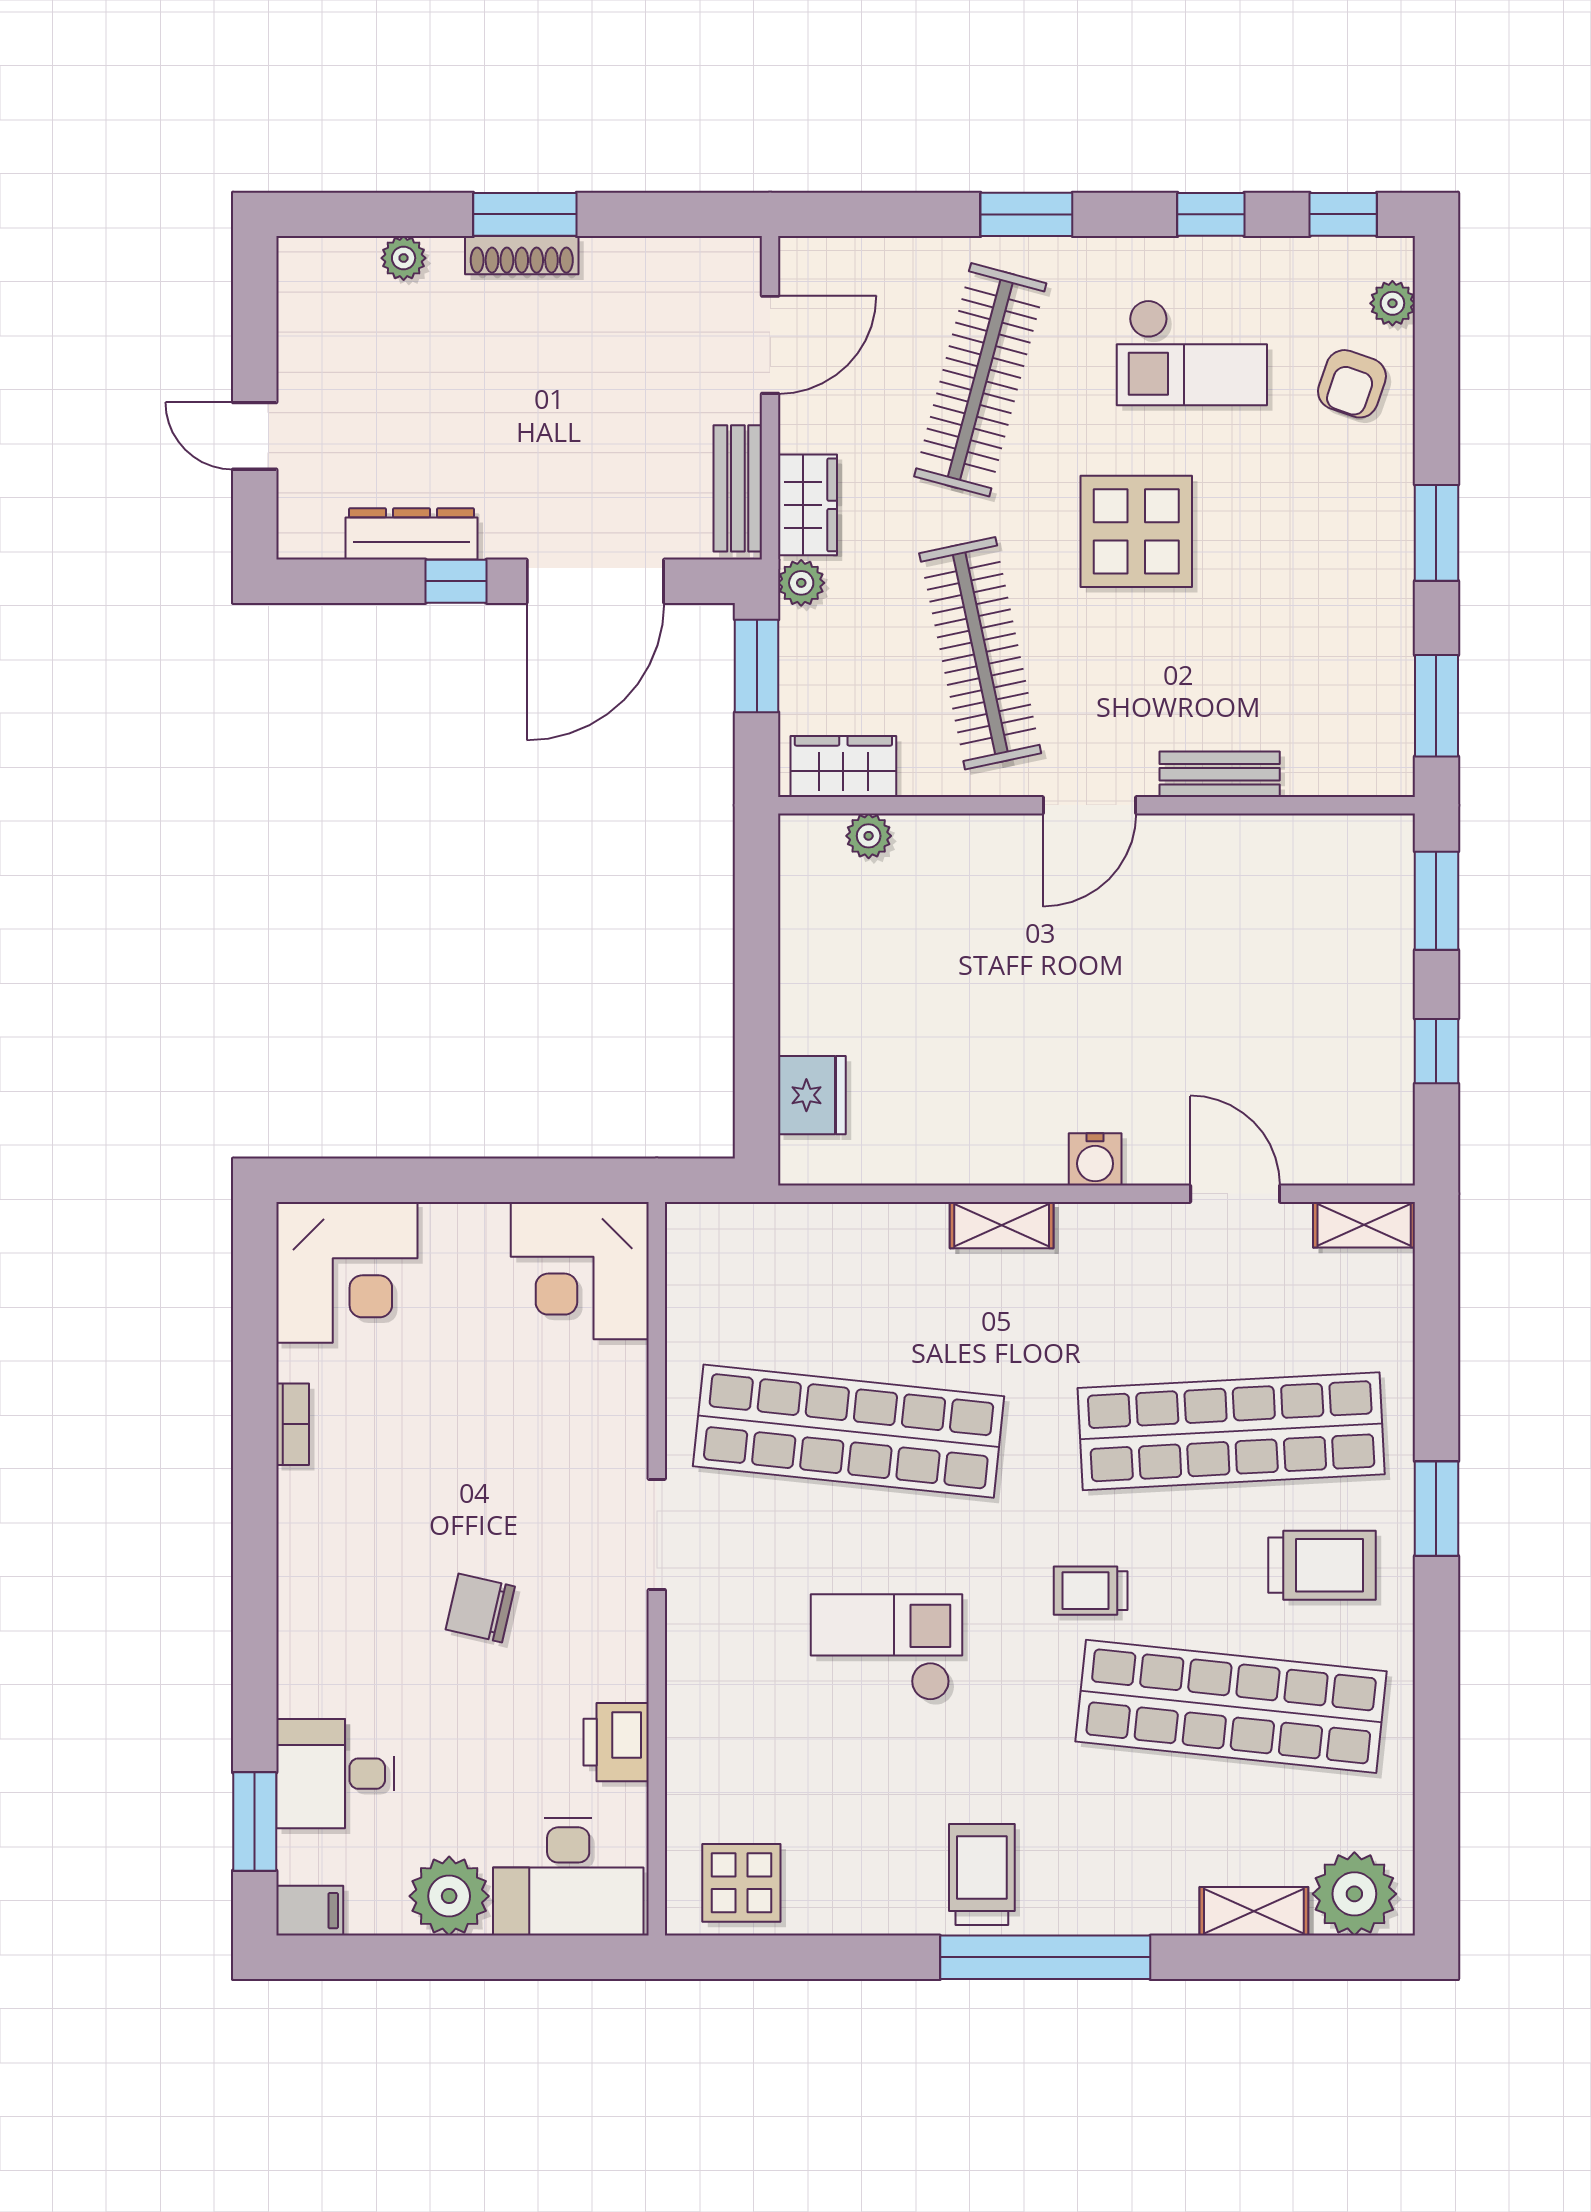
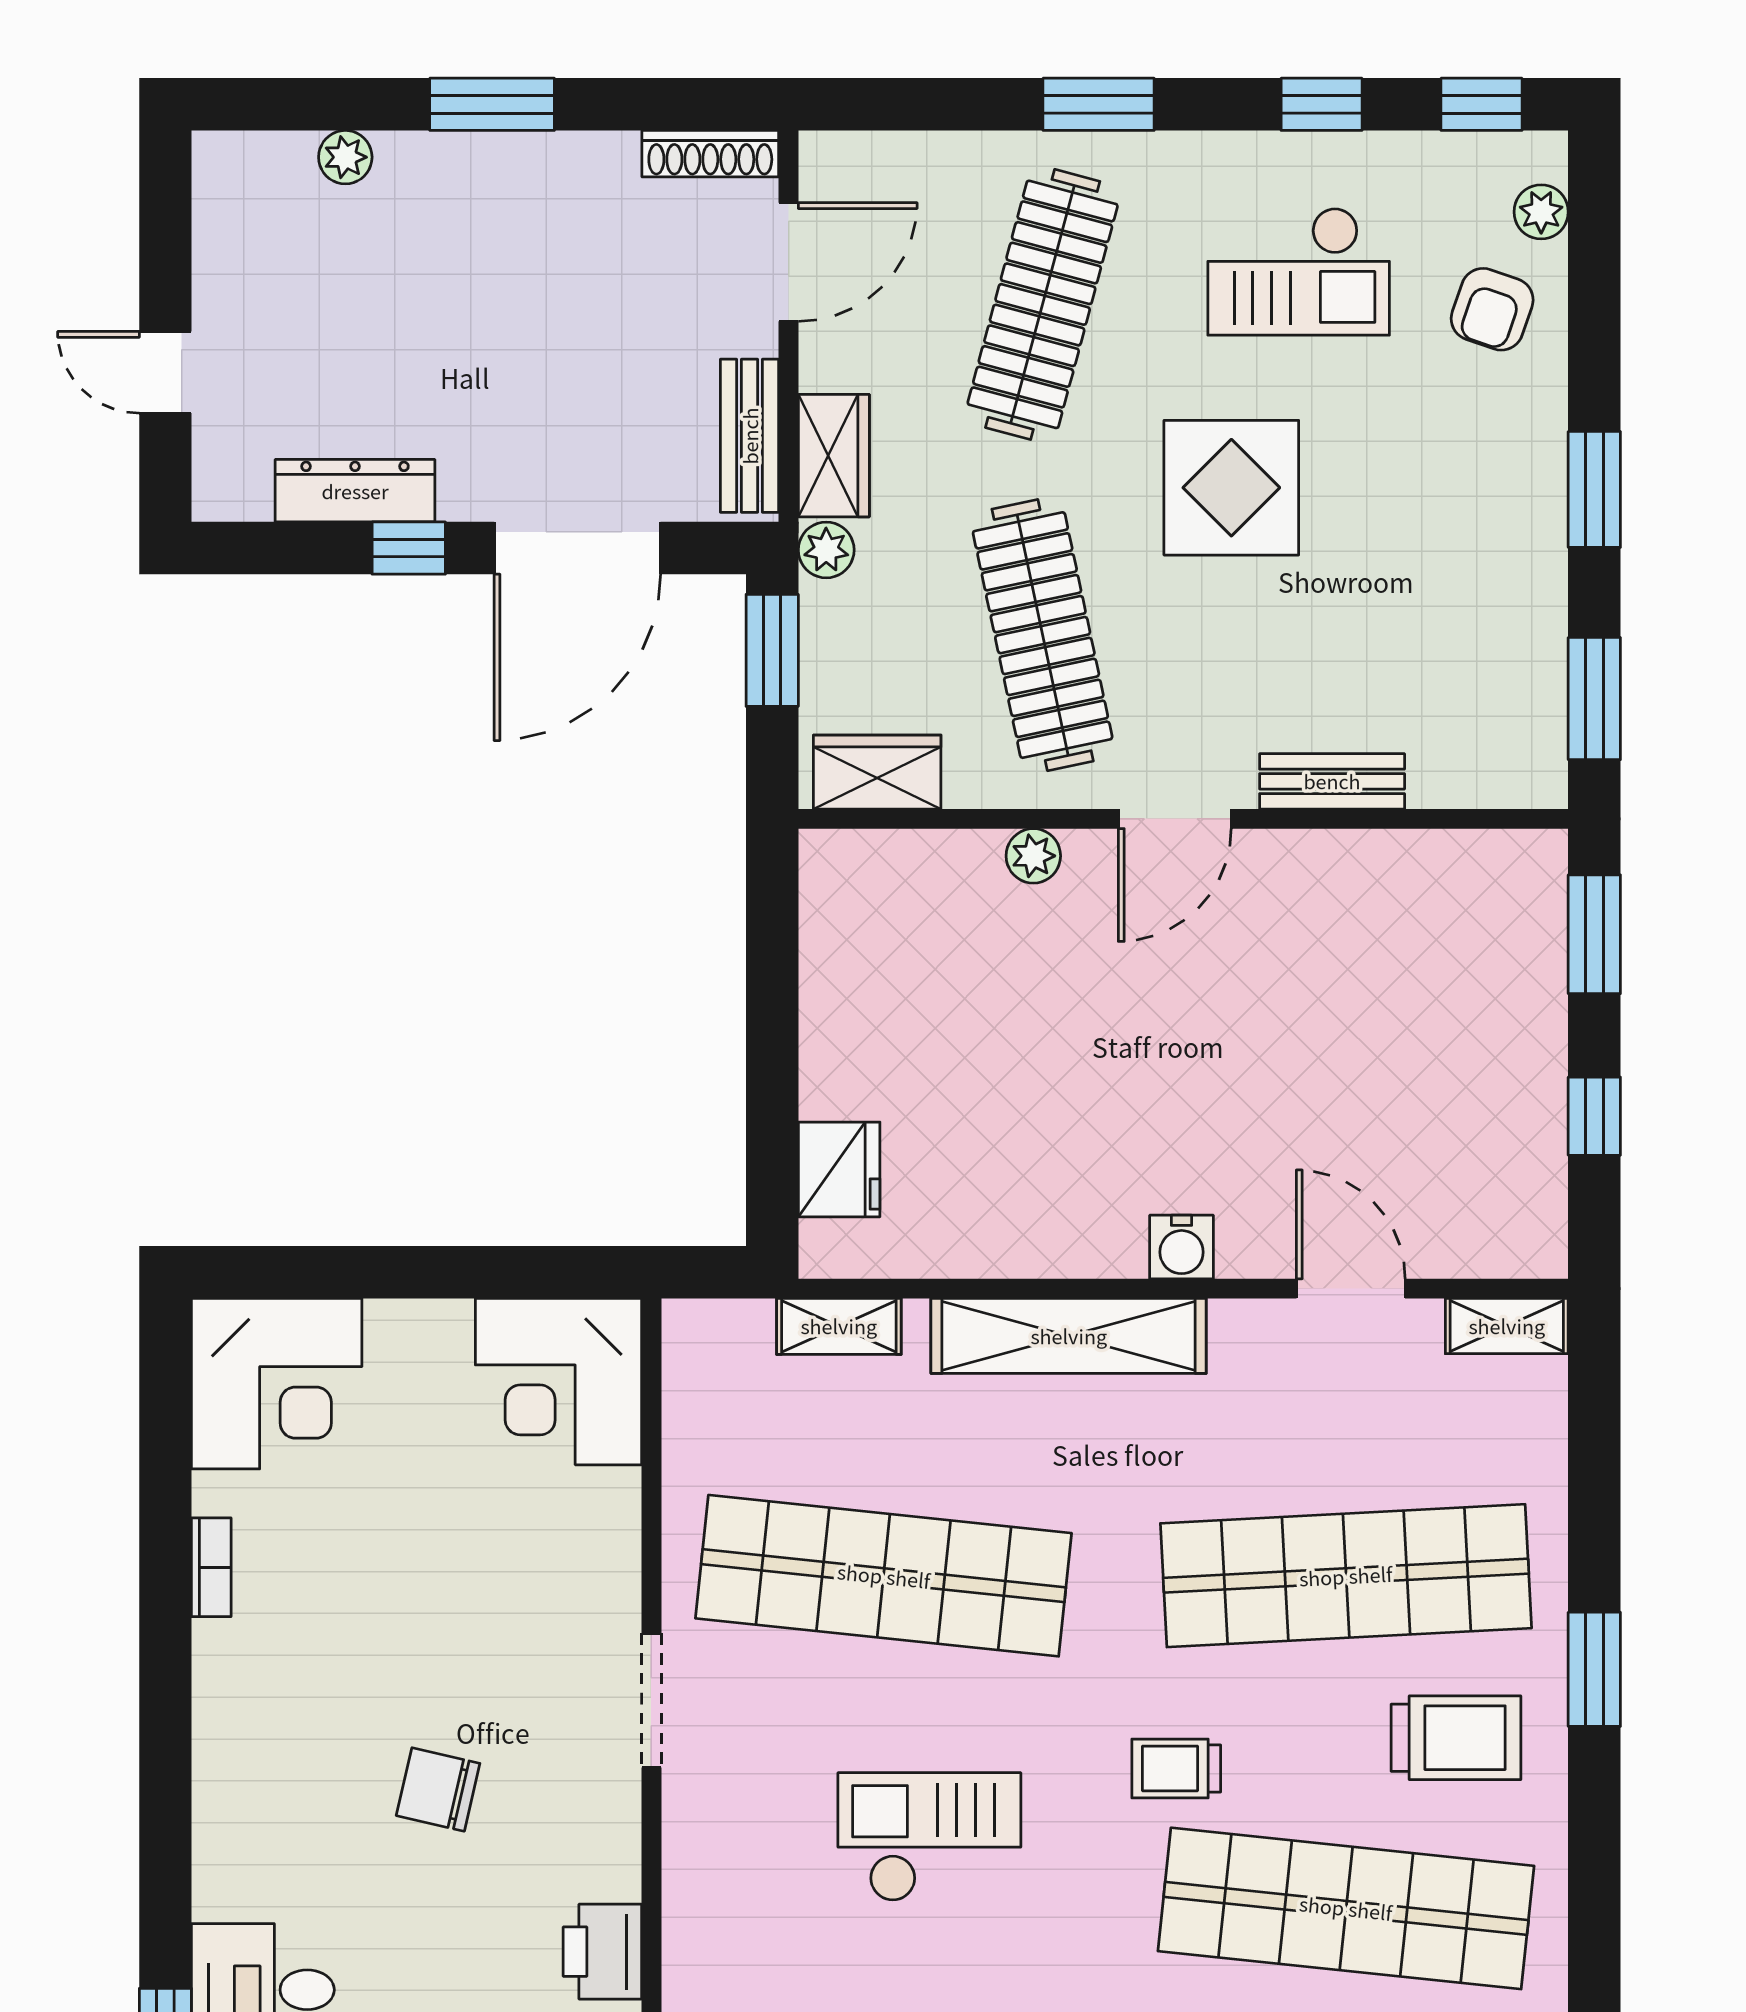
shoe rack: (522, 255) -> (710, 154), moved
plant: (869, 836) -> (1033, 856), moved
shelving: (812, 1225) -> (839, 1326), added
shelving: (1002, 1225) -> (1069, 1336), width x2.20, depth x1.33

